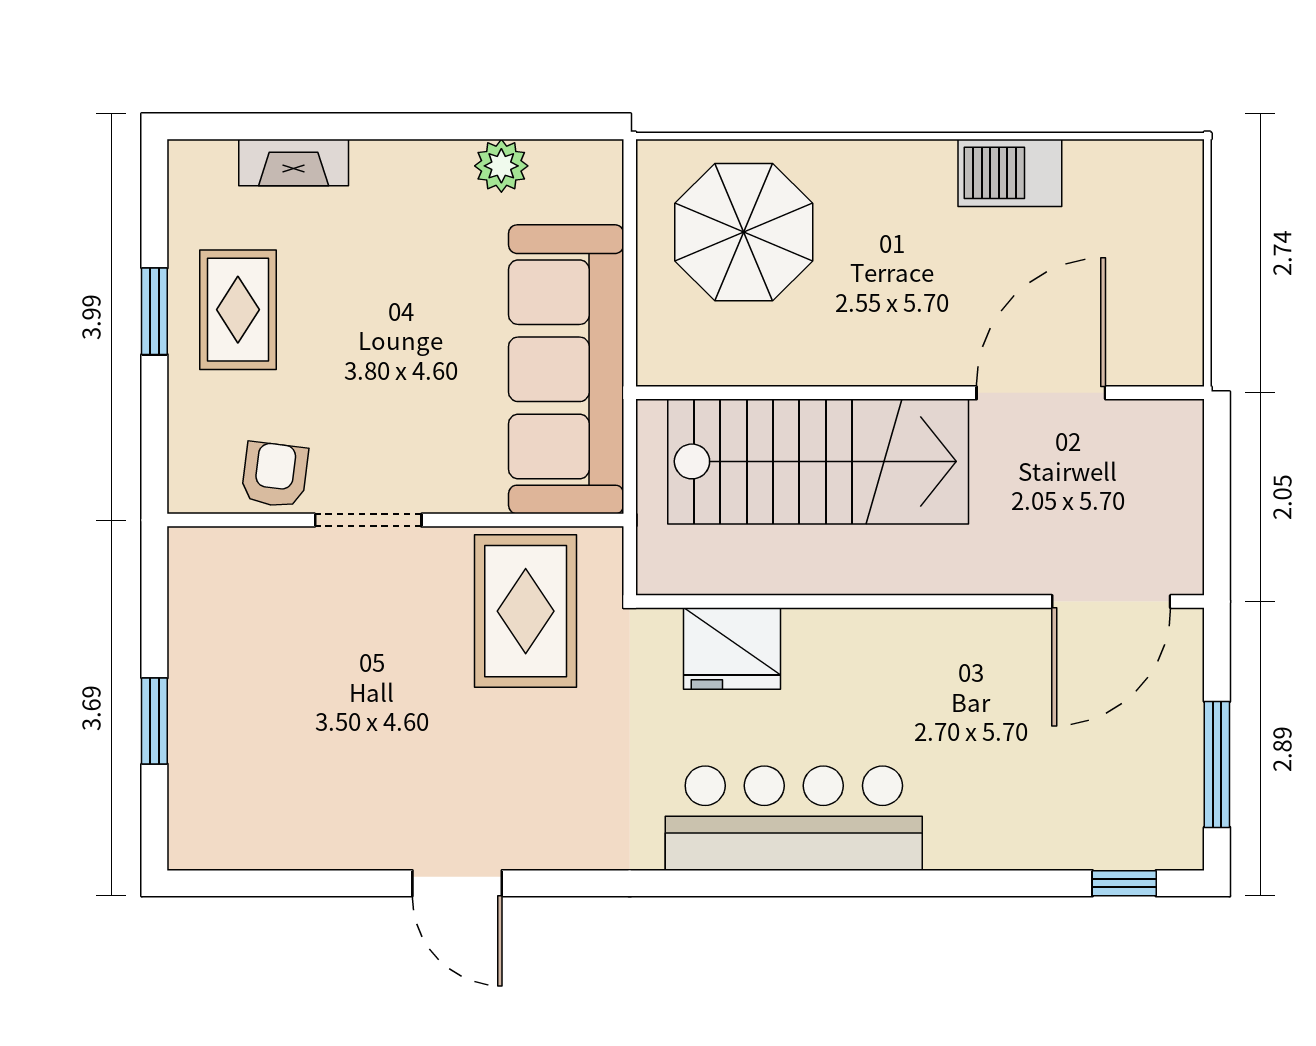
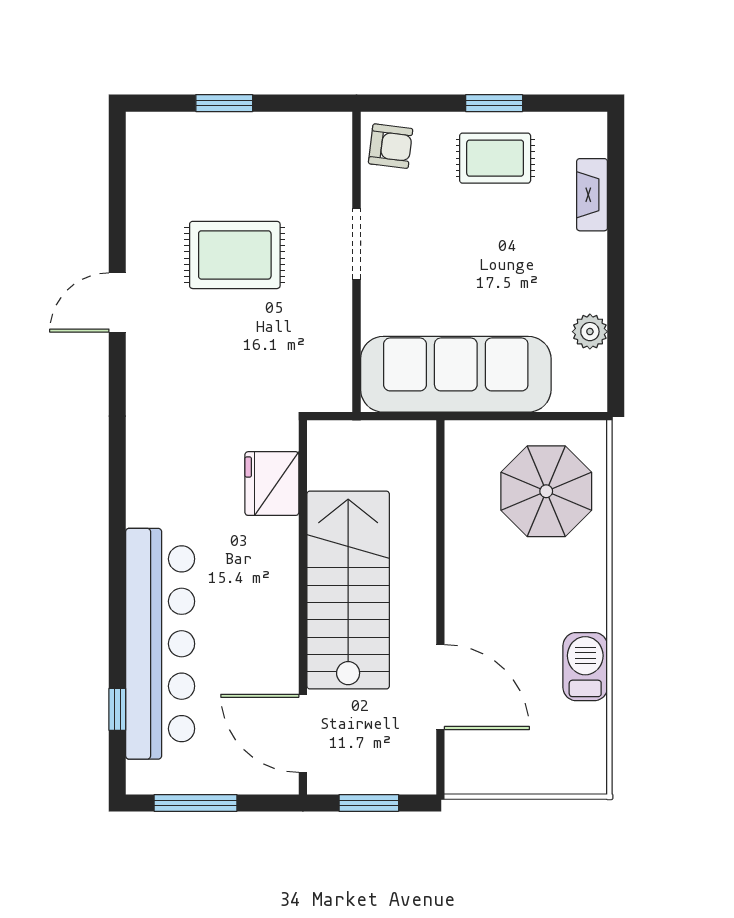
stairs: (818, 461) -> (348, 590), moved, turned 180
armchair: (275, 475) -> (391, 146), moved
window: (1217, 501) -> (369, 803), added
rug: (526, 611) -> (235, 255), moved
bar counter: (794, 818) -> (160, 644), moved, width x1.36
window: (1124, 883) -> (117, 709), moved

